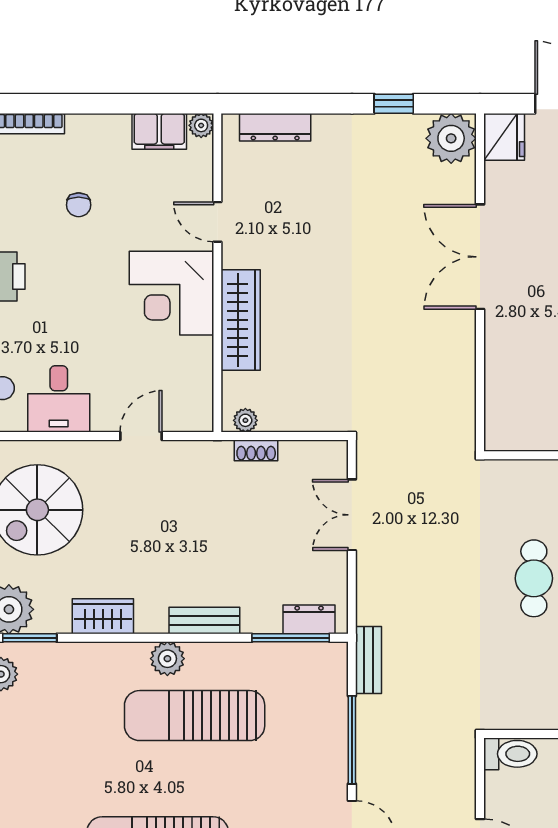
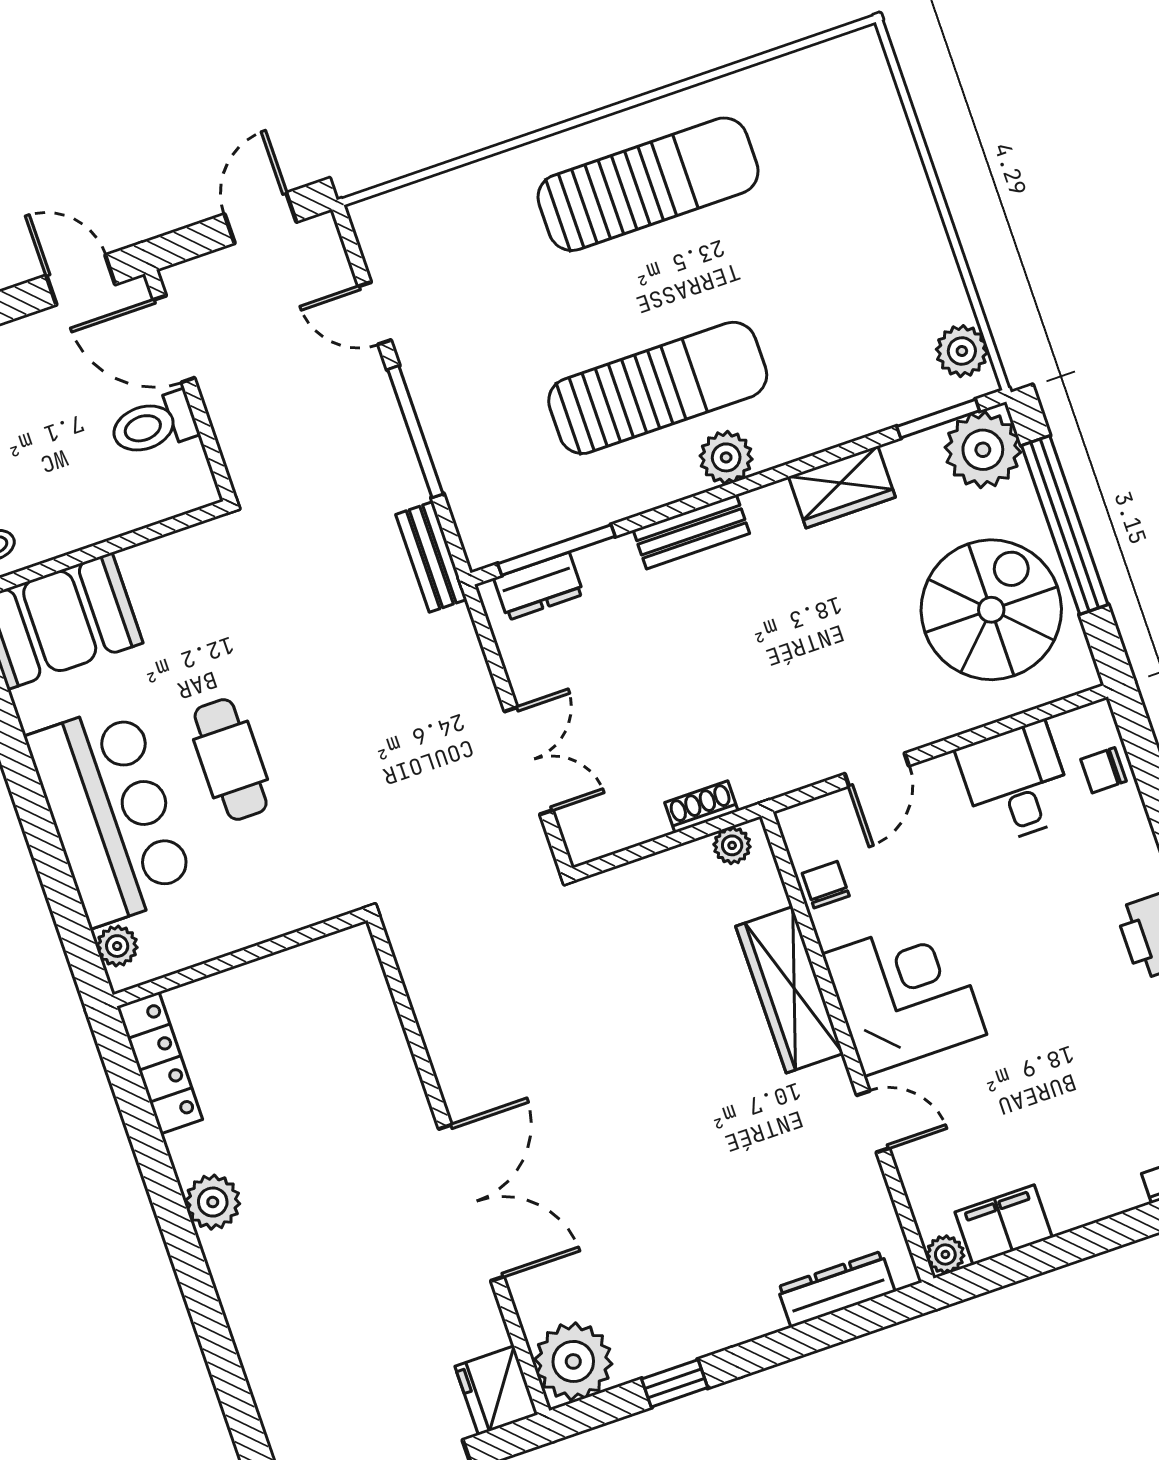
chair: (79, 205) -> (826, 885), moved
toilet: (510, 754) -> (154, 425), moved

